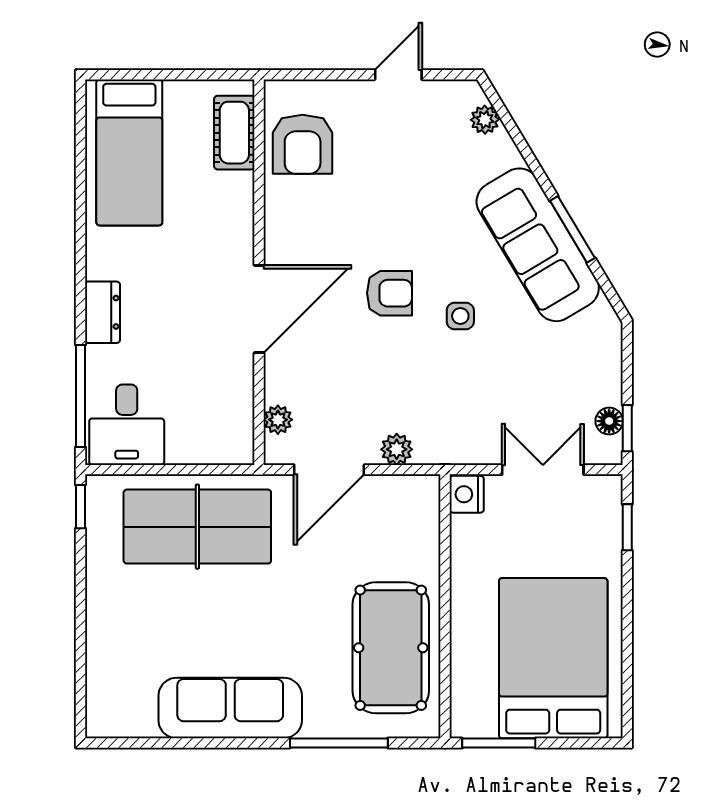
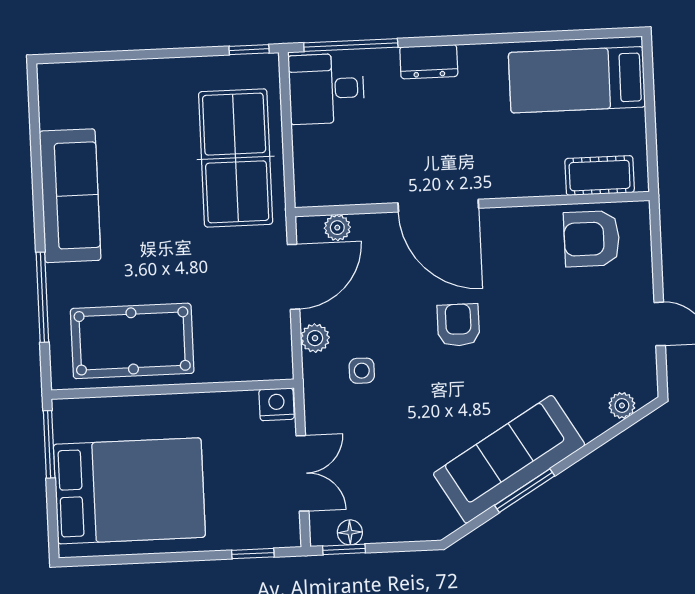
armchair: (389, 293) -> (458, 325), turned 180
side table: (460, 316) -> (362, 371), moved
door: (329, 470) -> (293, 277), swing flipped

